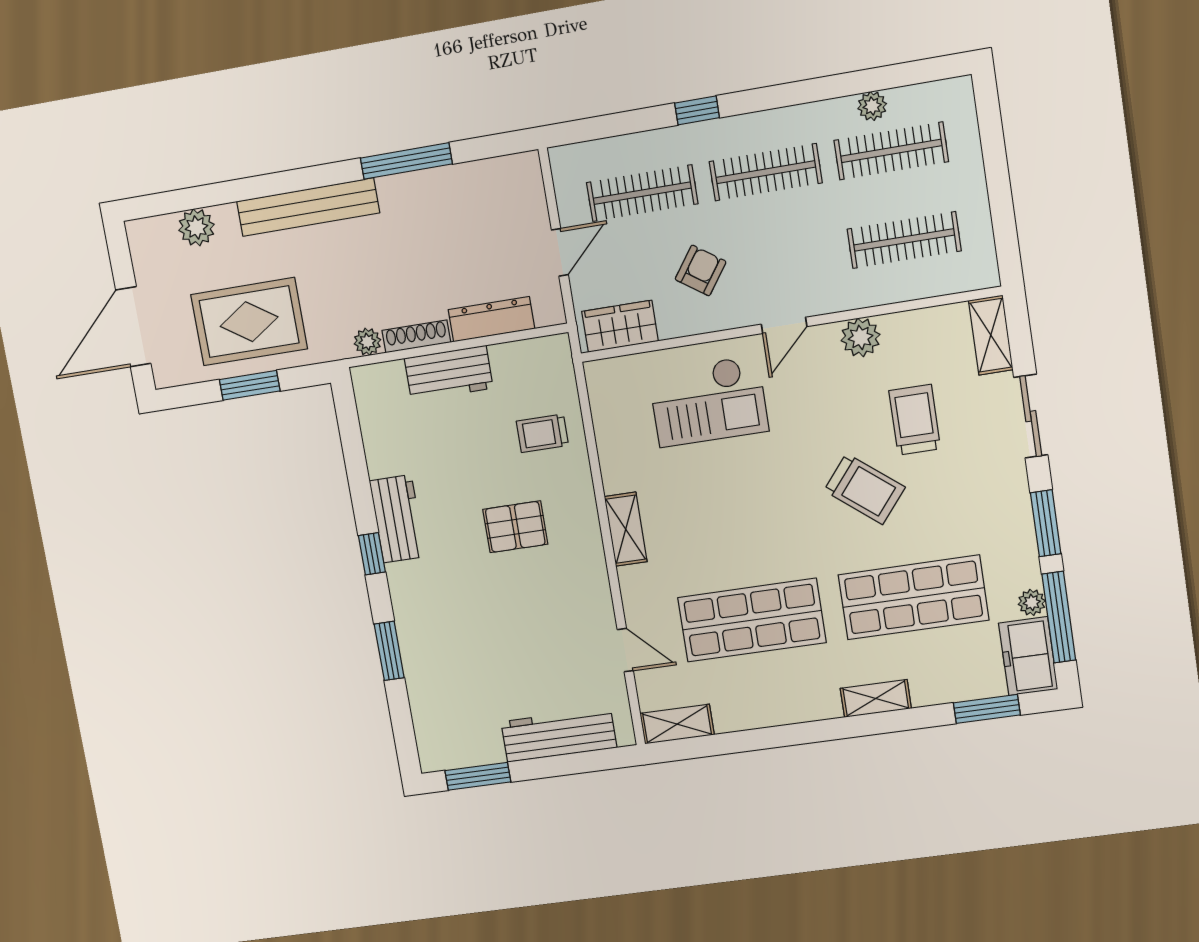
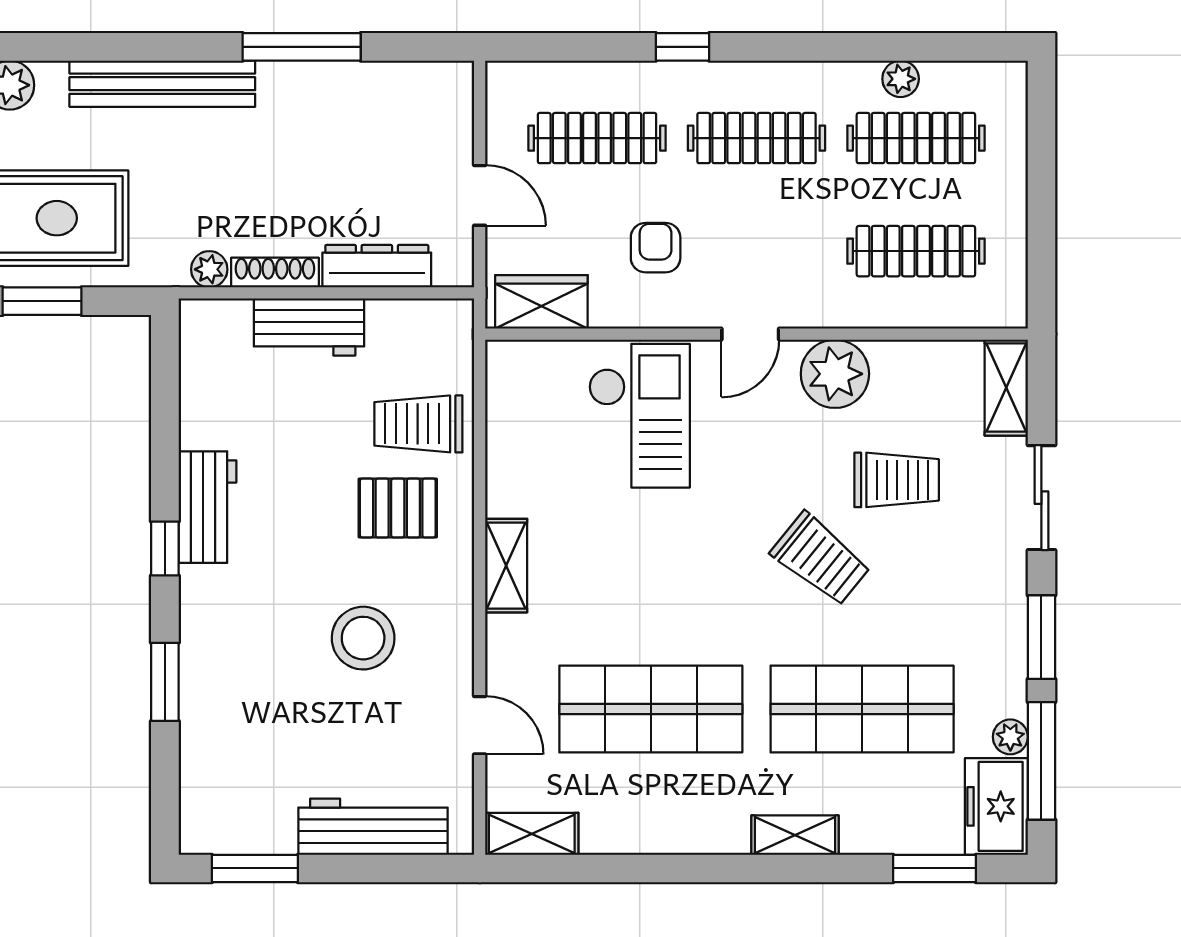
door: (560, 252) -> (480, 195), hinge flipped
armchair: (701, 270) -> (656, 248), turned -35
plant: (861, 337) -> (835, 374), width x1.36, depth x1.36
checkout: (708, 401) -> (639, 416), turned -90
trolley: (915, 420) -> (897, 480), turned 90
trolley: (542, 433) -> (418, 424), width x1.36, depth x1.39
pallet: (515, 527) -> (398, 508), moved
stool: (528, 598) -> (363, 638), added

